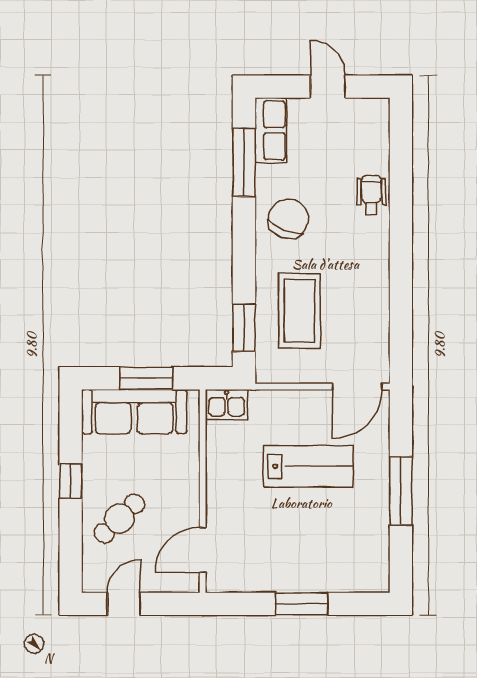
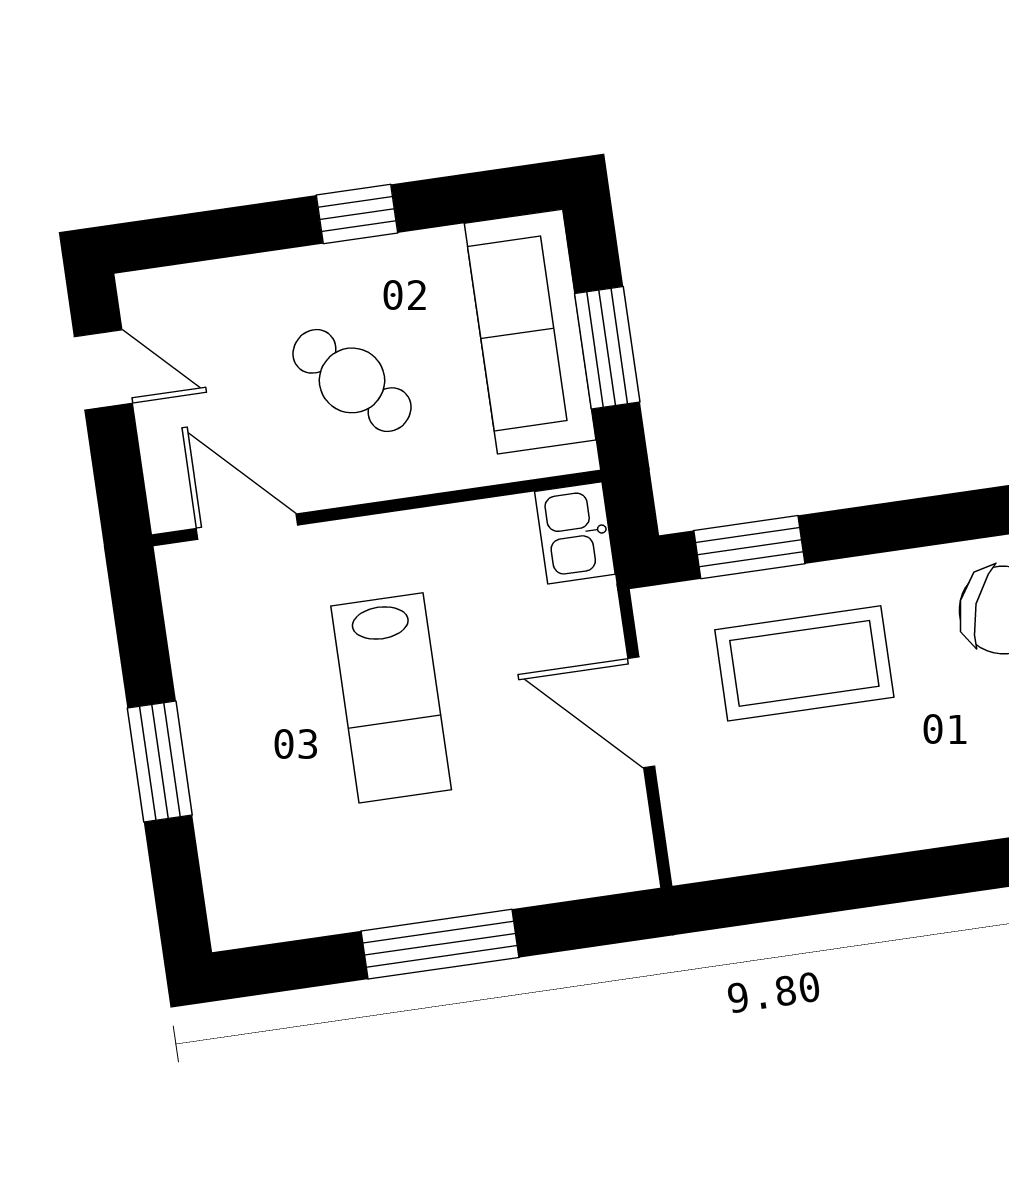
door: (357, 387) -> (641, 712), moved
lab bench: (308, 466) -> (391, 698), moved
cafe table: (119, 519) -> (352, 380), moved

